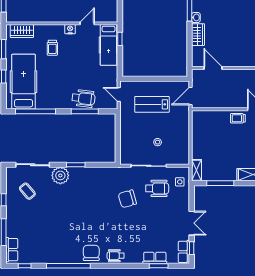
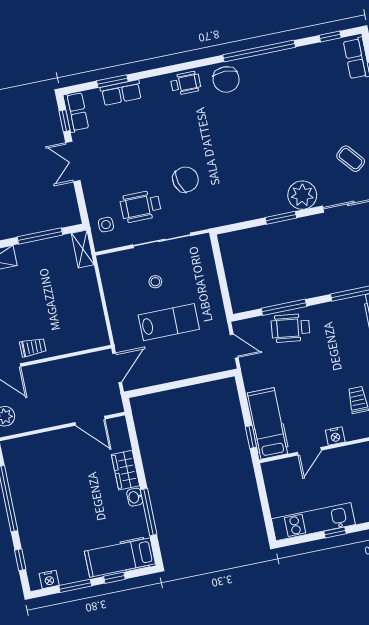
lab bench: (152, 104) -> (169, 322), moved

